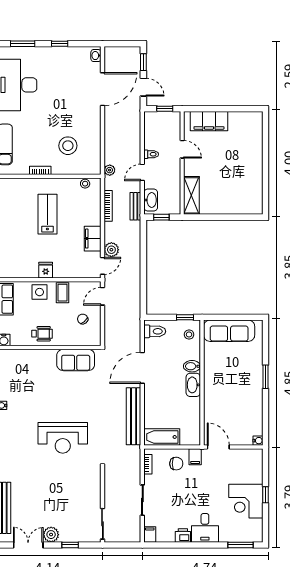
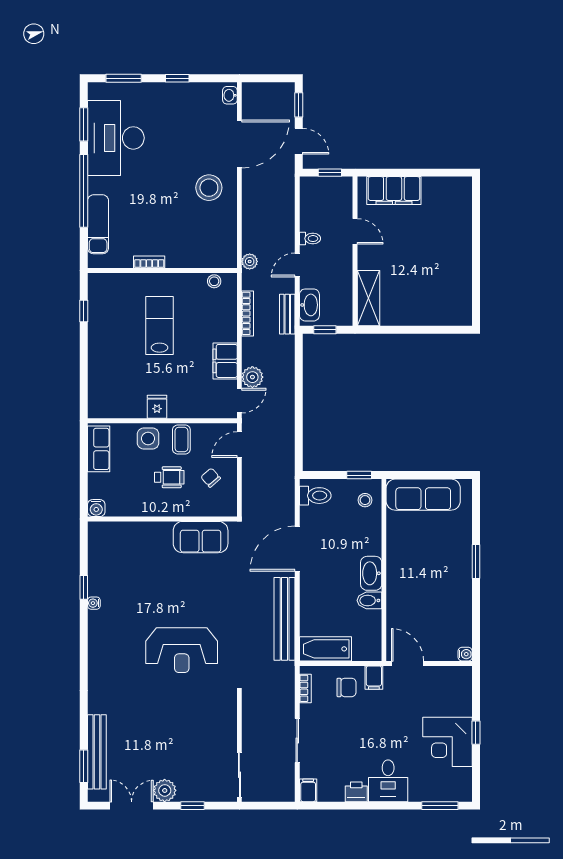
stool: (68, 146) -> (209, 188), moved
wheelchair: (42, 334) -> (169, 477), moved
bidet: (192, 366) -> (369, 600), moved

